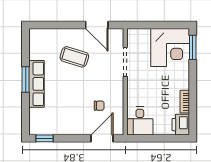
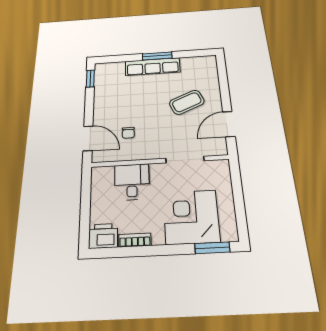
corner desk: (170, 47) -> (191, 217), moved, turned 90
coffee table: (74, 57) -> (187, 102), turned 50
desk: (140, 121) -> (132, 182), moved, turned 90

